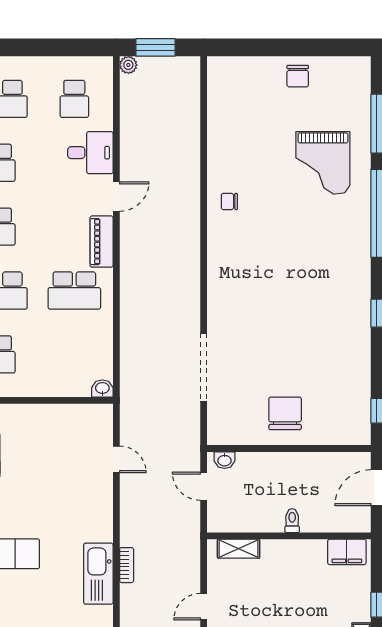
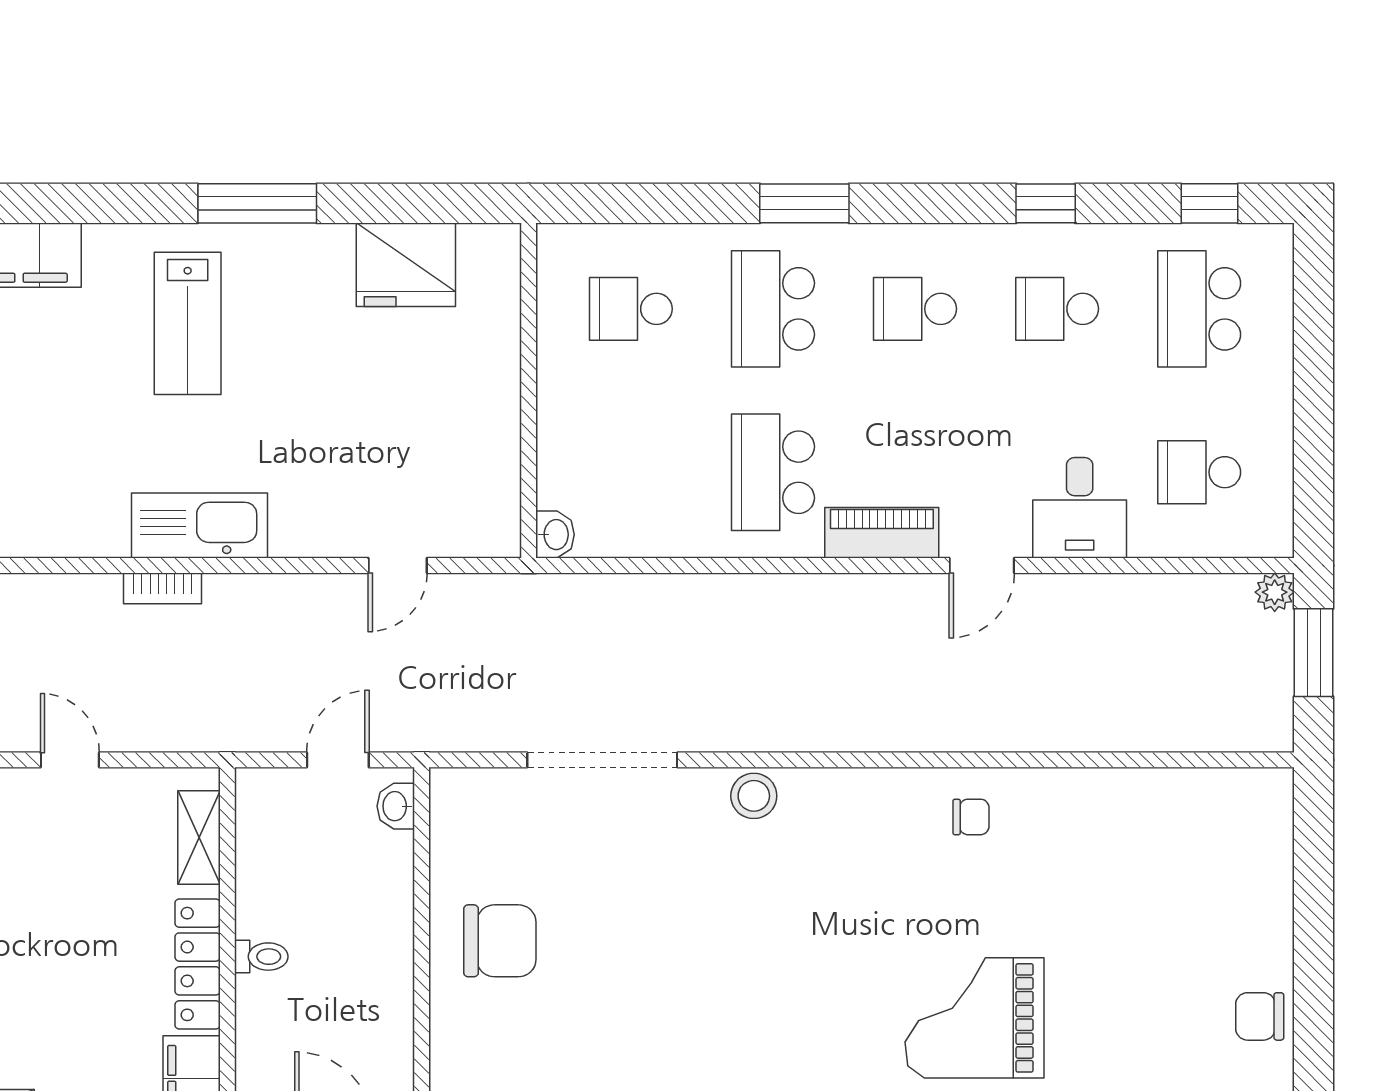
chair: (298, 76) -> (1260, 1016), moved
grand piano: (323, 163) -> (975, 1018), moved
door: (116, 197) -> (982, 566), hinge flipped
chair: (229, 201) -> (971, 817), turned 90
stool: (220, 299) -> (754, 796), added
locker: (295, 549) -> (198, 964), added
kitchen sink: (98, 574) -> (200, 526), moved

